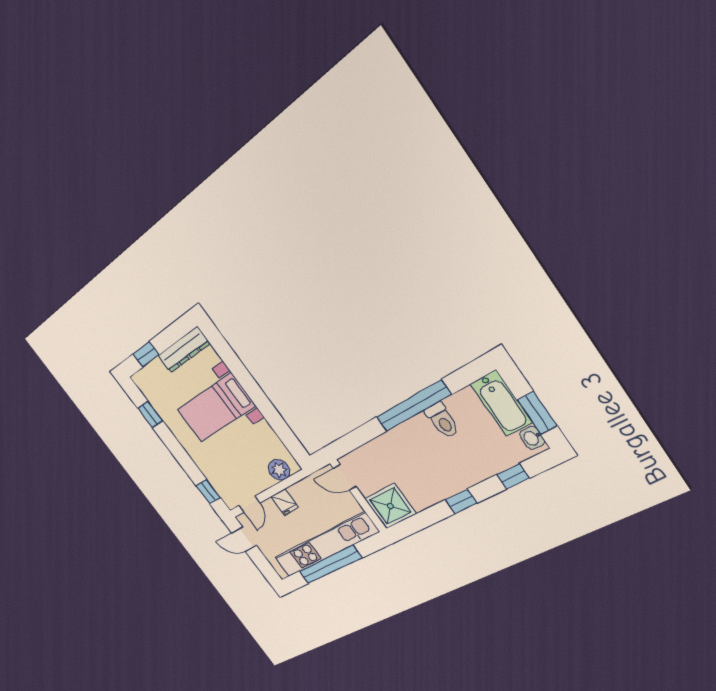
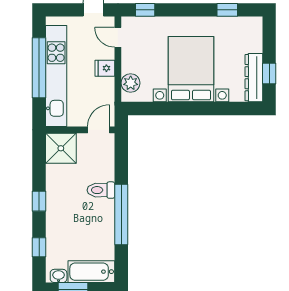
window: (146, 354) -> (269, 73), moved
bed with nightstands: (216, 408) -> (191, 69), width x1.36
toilet: (442, 421) -> (101, 190), moved

